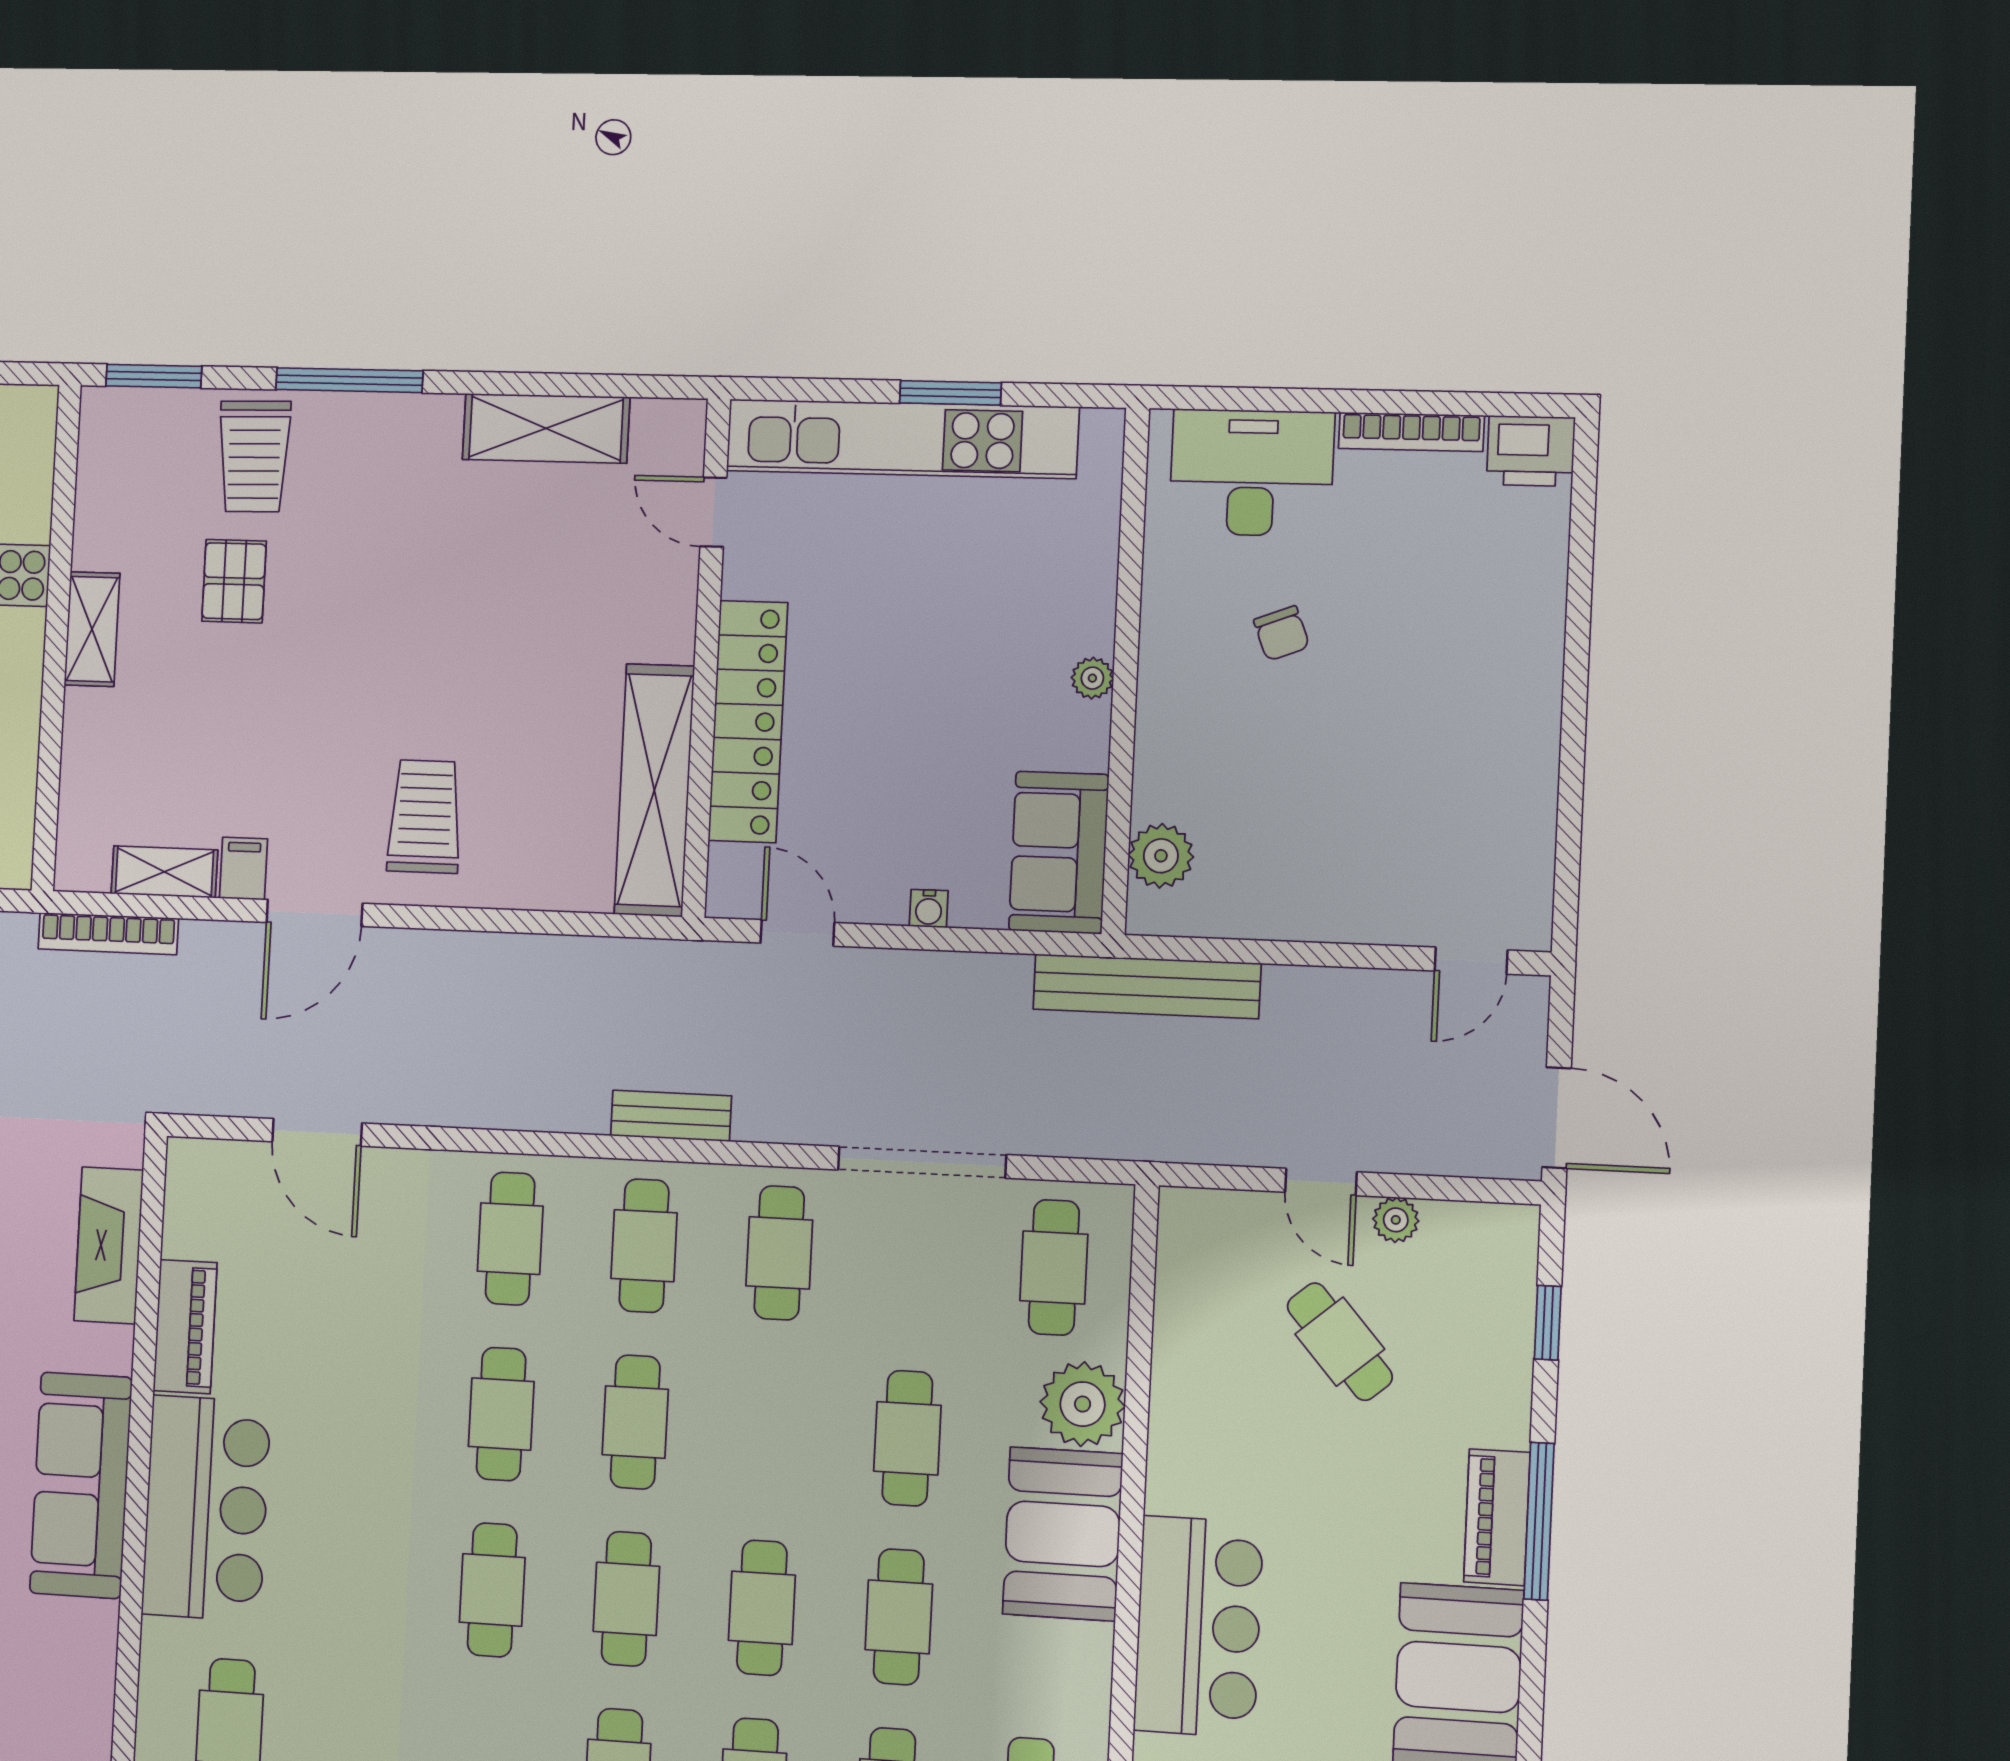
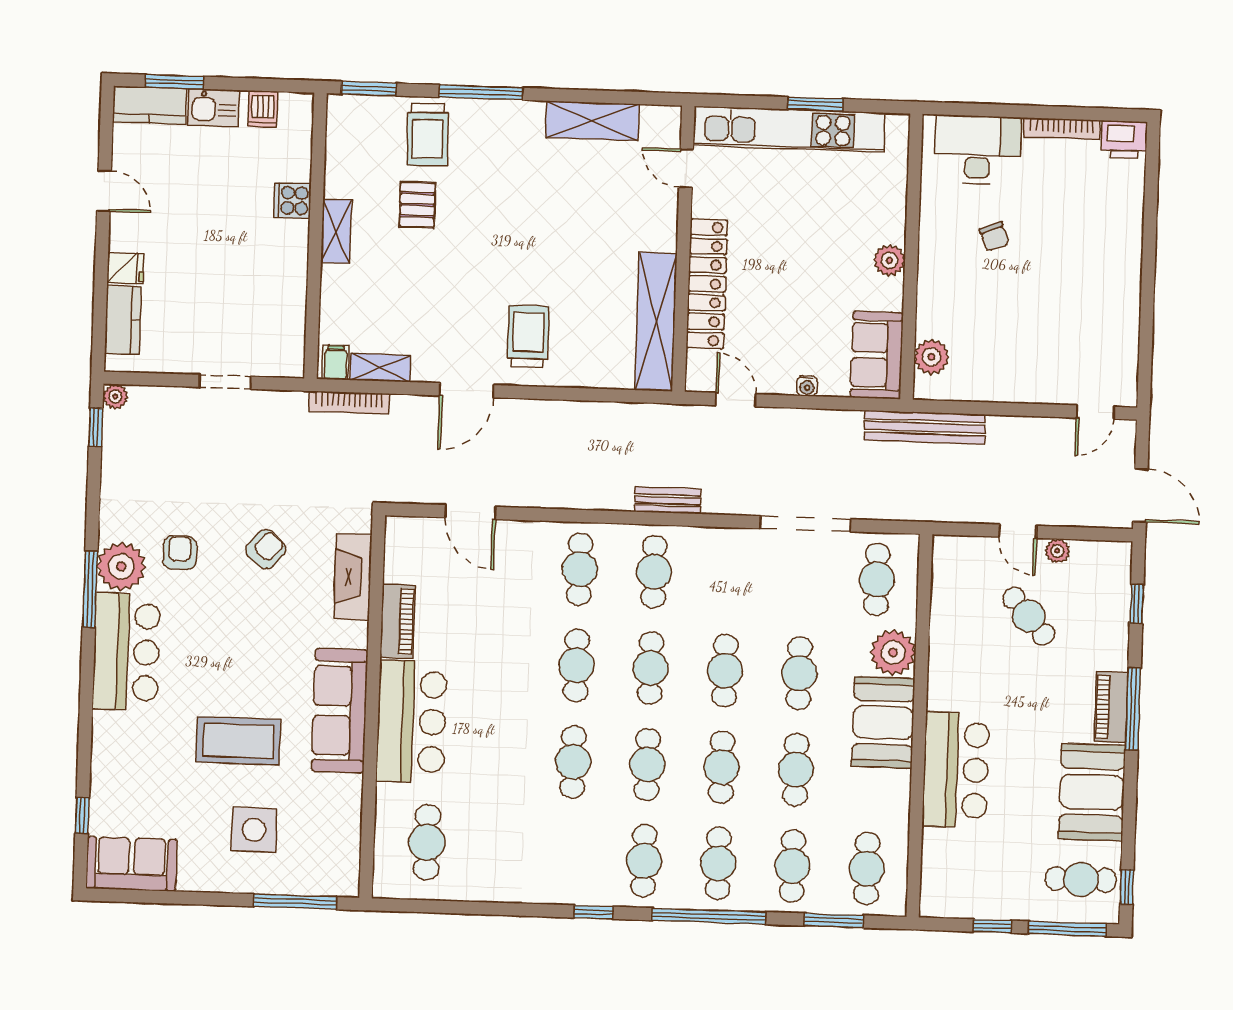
plant: (1092, 678) -> (889, 260), width x1.38, depth x1.38
filing cabinet: (244, 869) -> (336, 363), moved
cafe table: (779, 1253) -> (725, 671), moved

